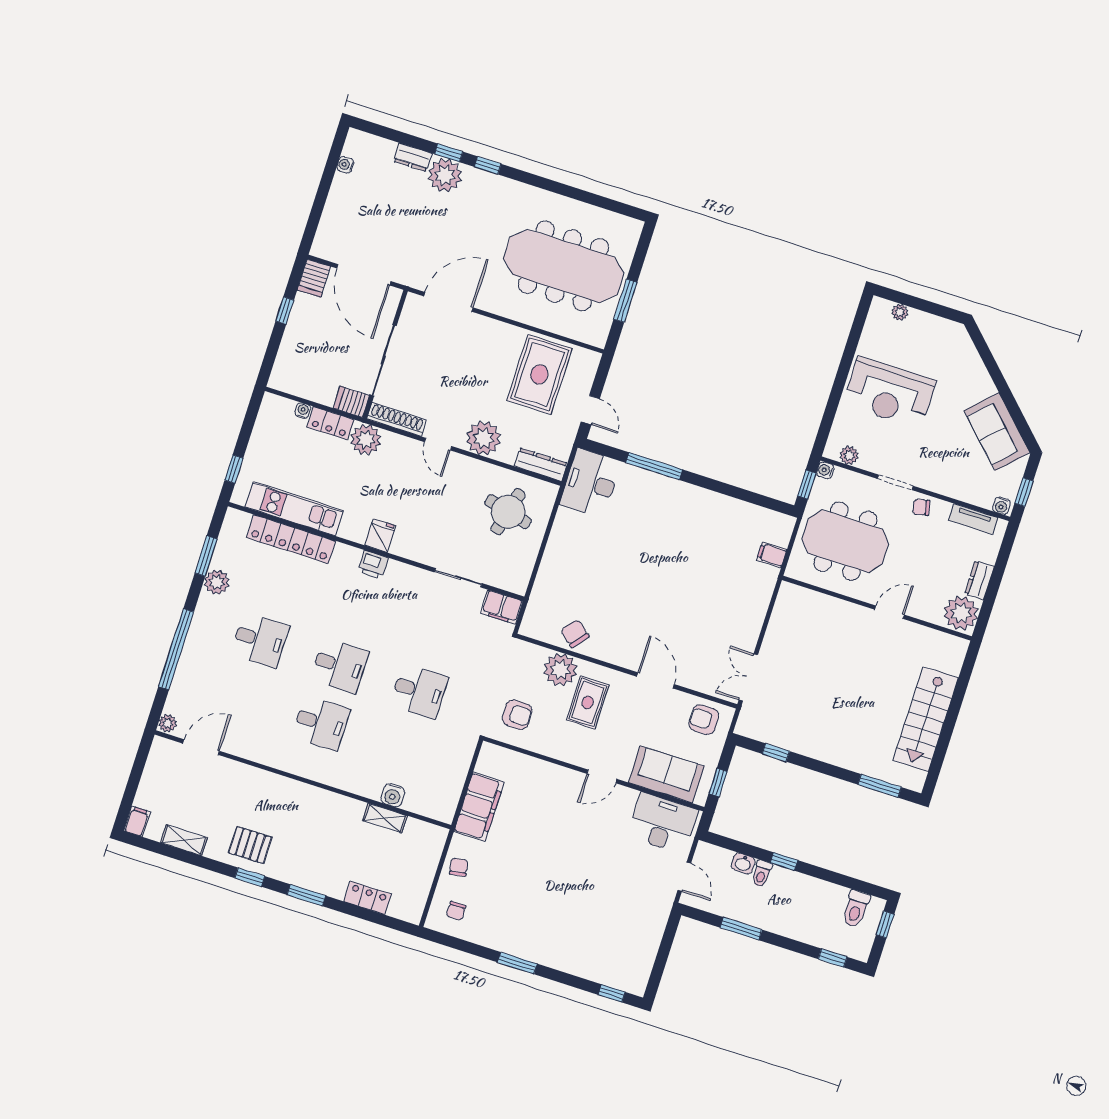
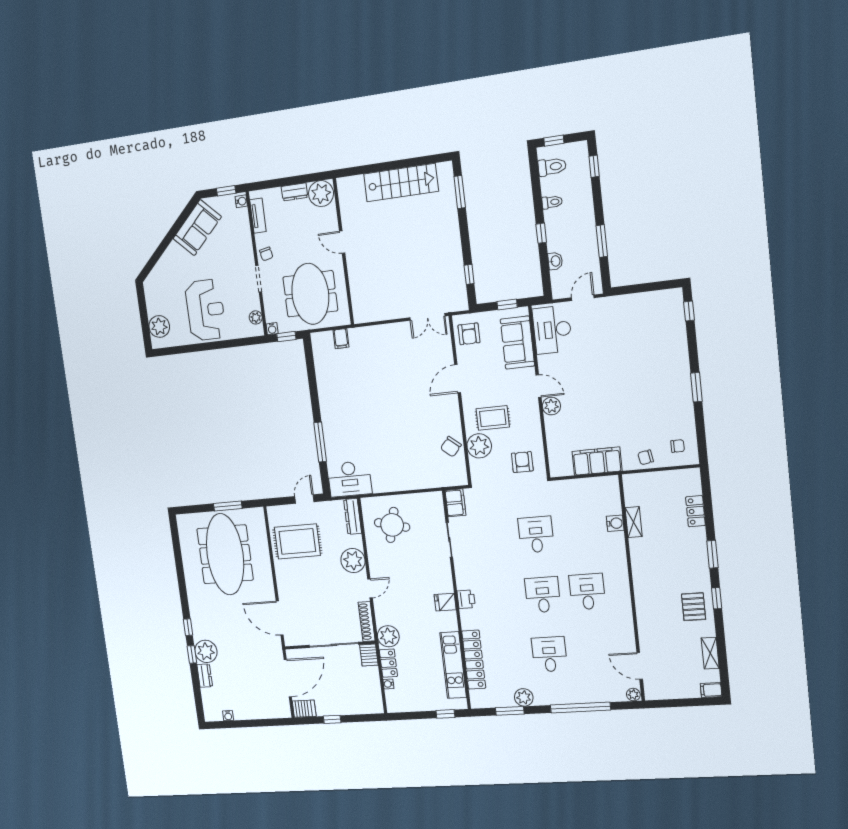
plant: (900, 312) -> (159, 326), width x1.88, depth x1.88
plant: (570, 781) -> (551, 406), added
toilet: (762, 874) -> (552, 202), moved

